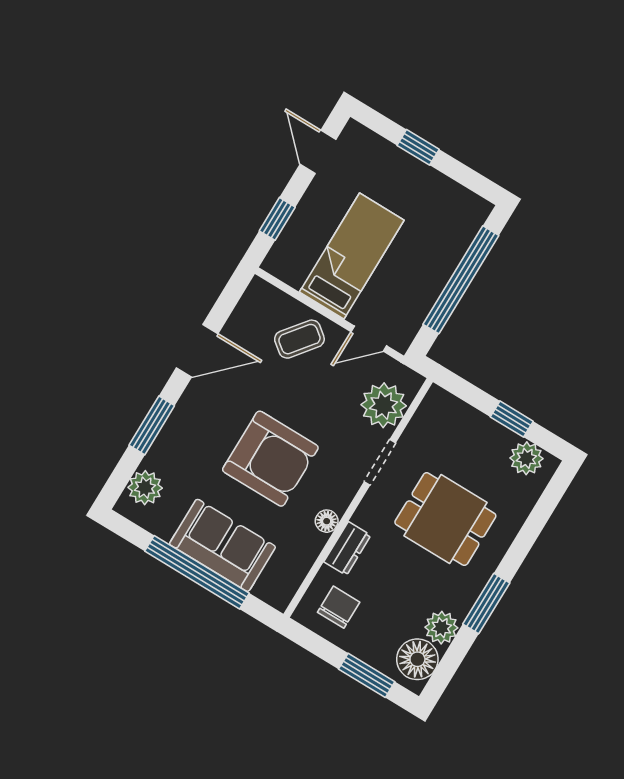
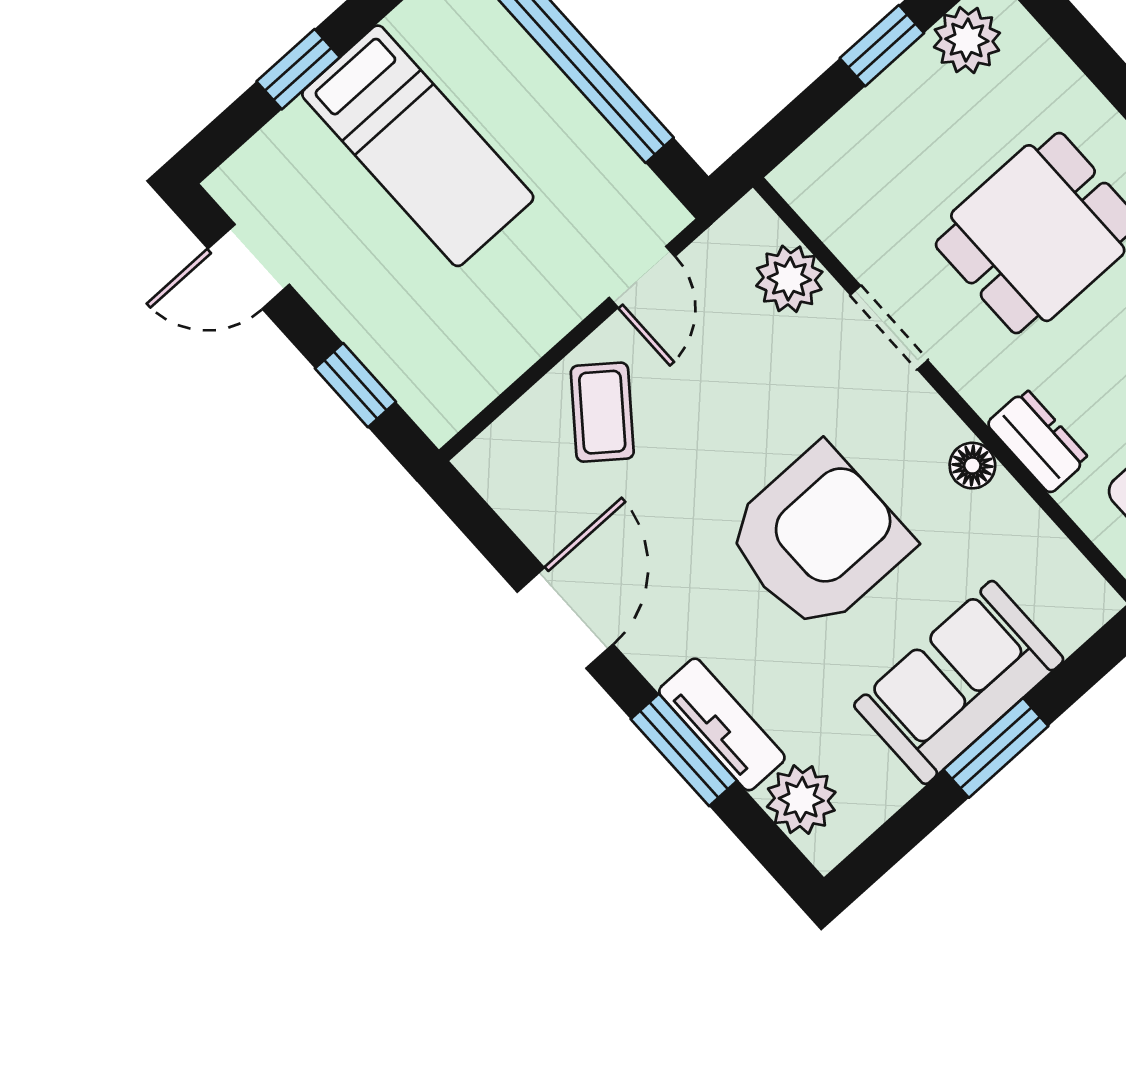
bed: (352, 256) -> (418, 146), moved, turned 180
plant: (384, 405) -> (789, 279), width x0.73, depth x0.73
tv unit: (169, 440) -> (722, 724), added
window: (197, 572) -> (996, 748), width x0.47

